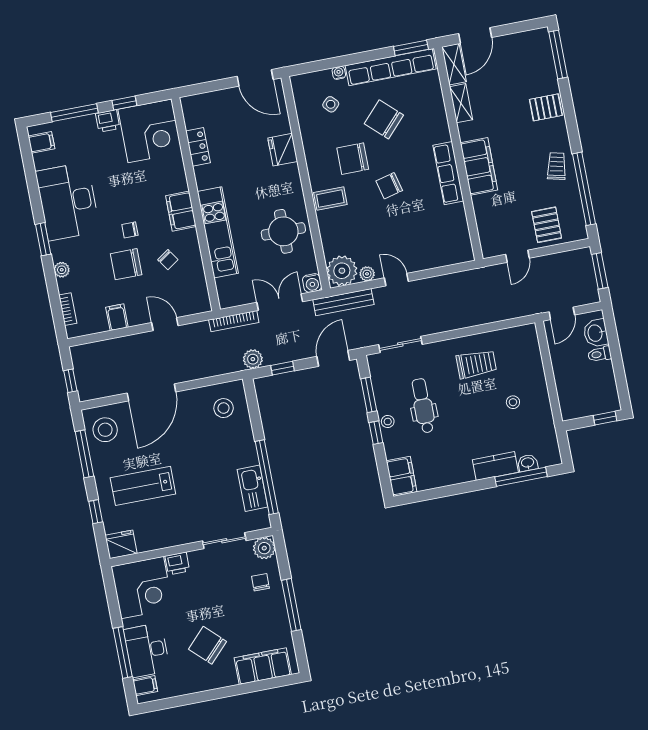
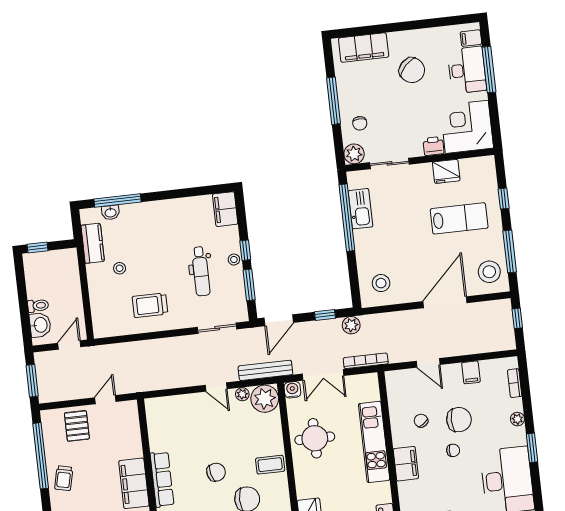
kitchen counter: (495, 466) -> (93, 243), moved, turned -90
fridge: (121, 544) -> (446, 171), moved

